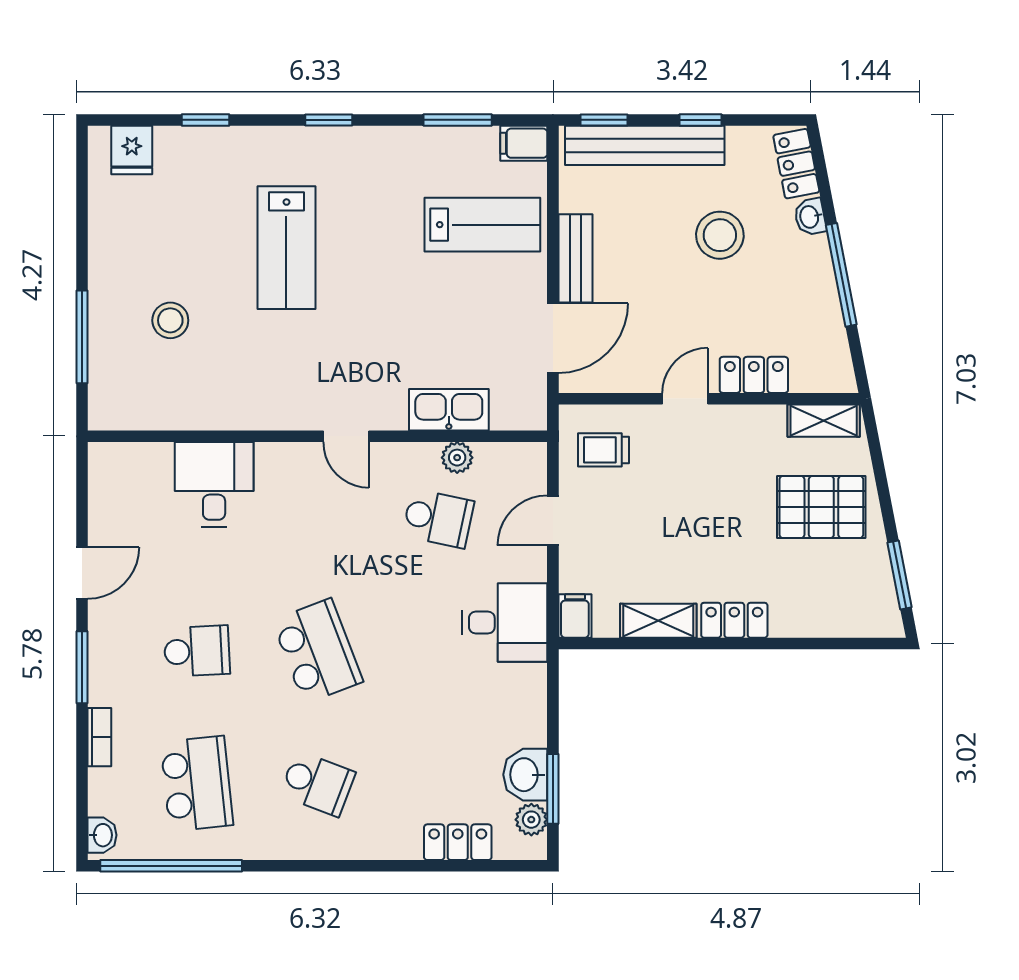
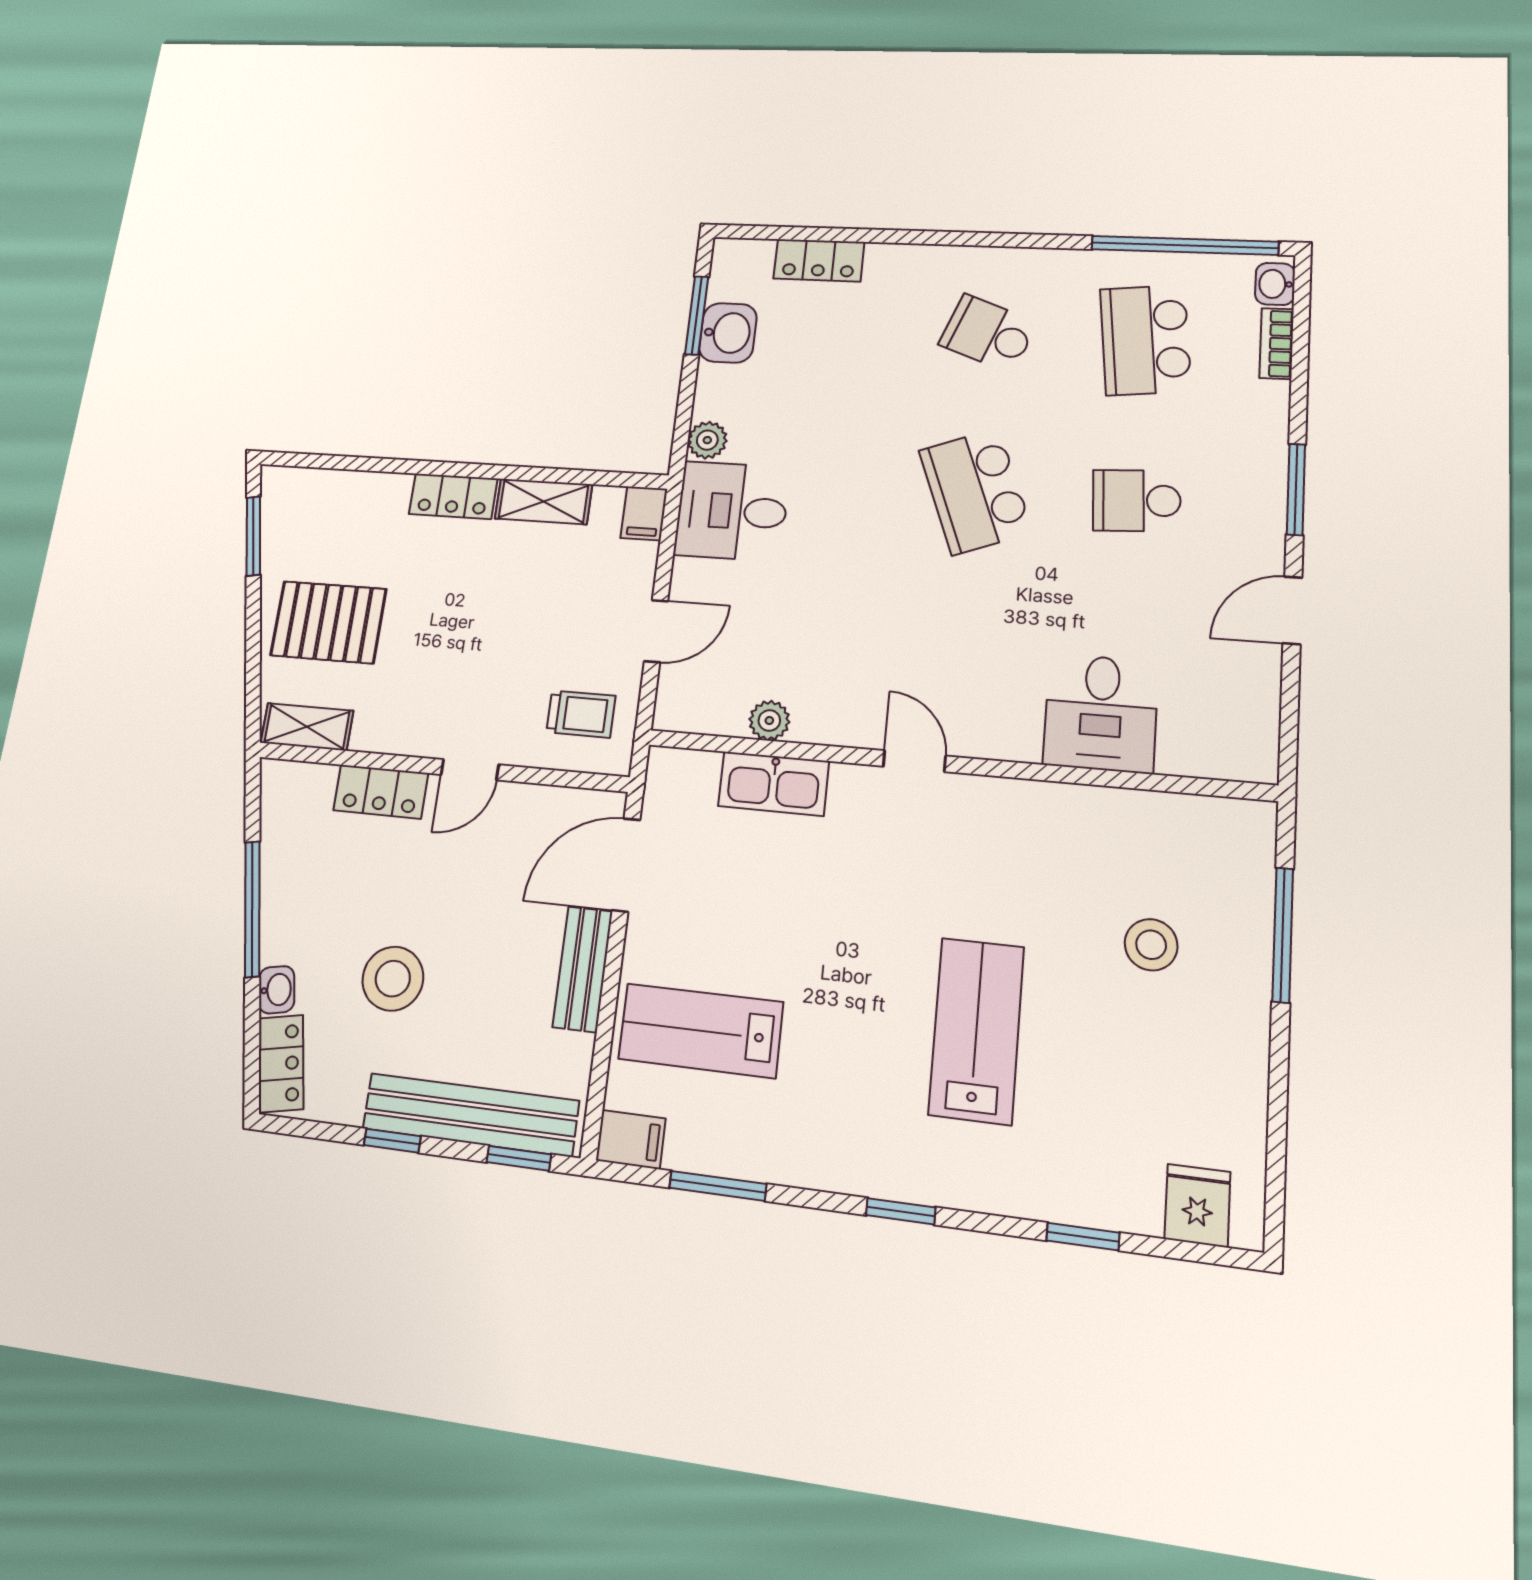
school desk: (438, 518) -> (802, 645), removed
bookcase: (99, 737) -> (1277, 343), moved
plant: (531, 820) -> (707, 440), moved

